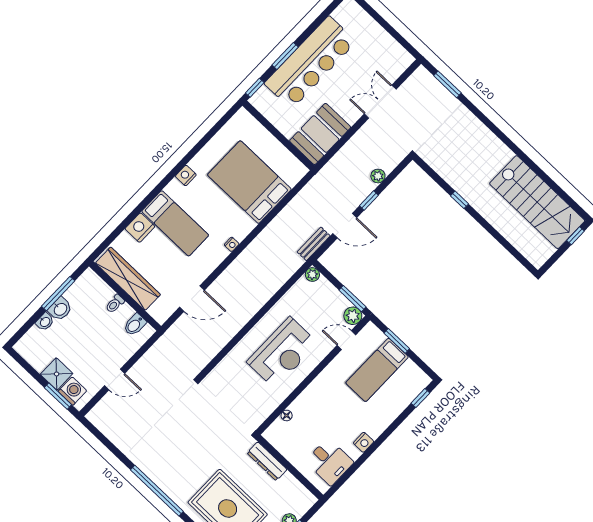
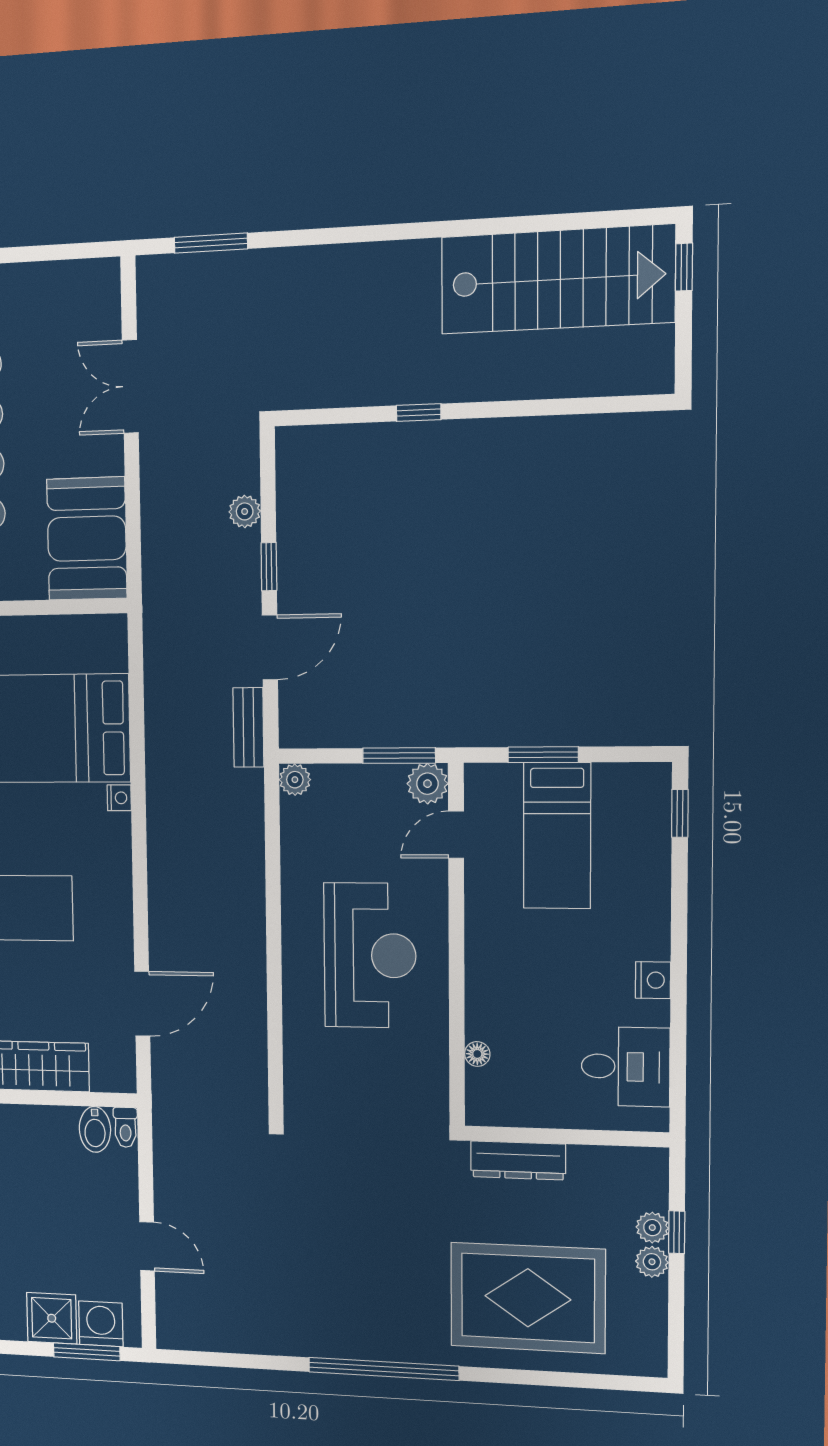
nightstand: (232, 244) -> (119, 798), moved
toilet: (115, 304) -> (125, 1127), moved
door: (115, 379) -> (147, 1246), hinge flipped

